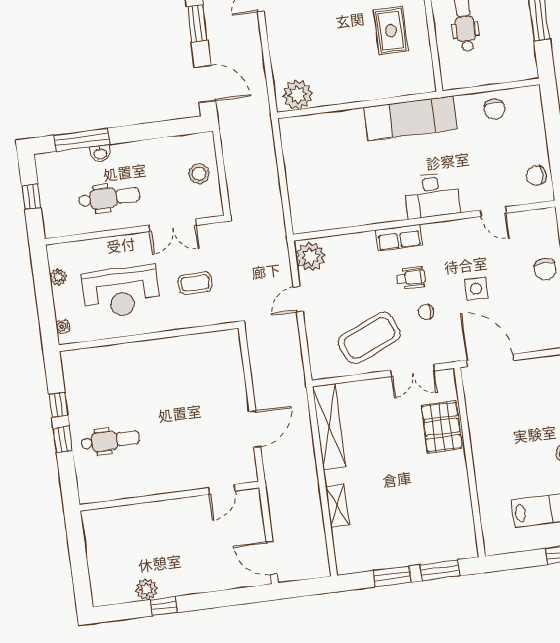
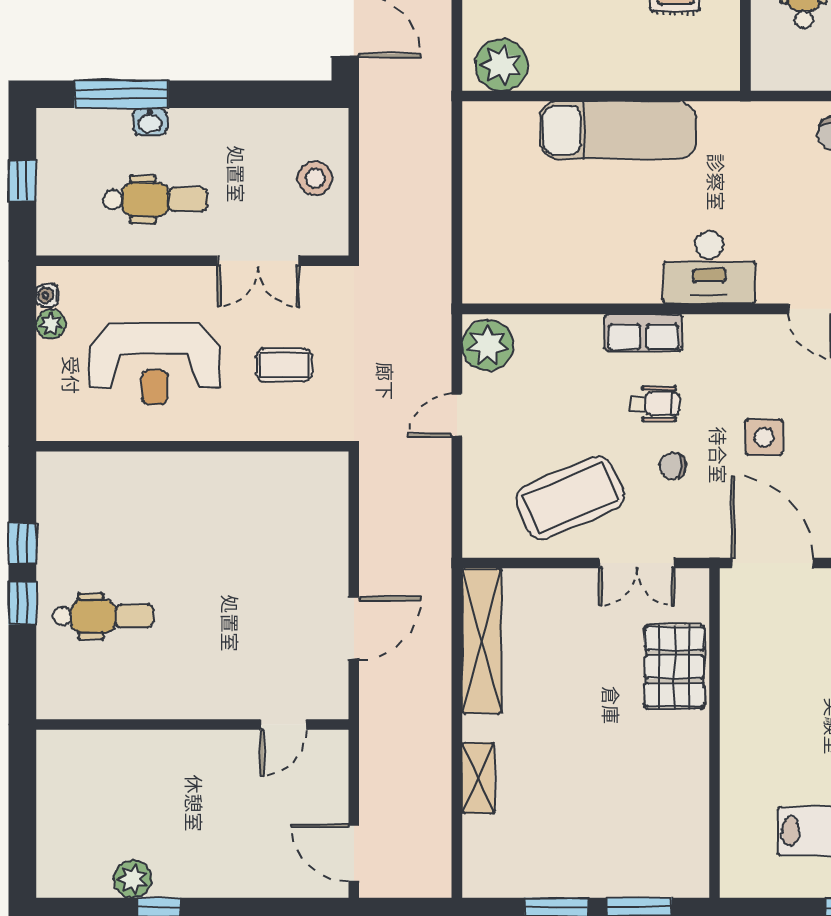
exam couch: (411, 118) -> (618, 130), moved
water cooler: (63, 327) -> (47, 295), moved

